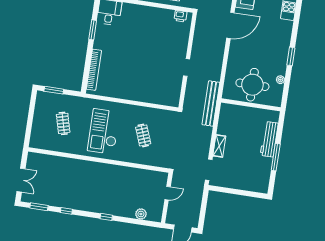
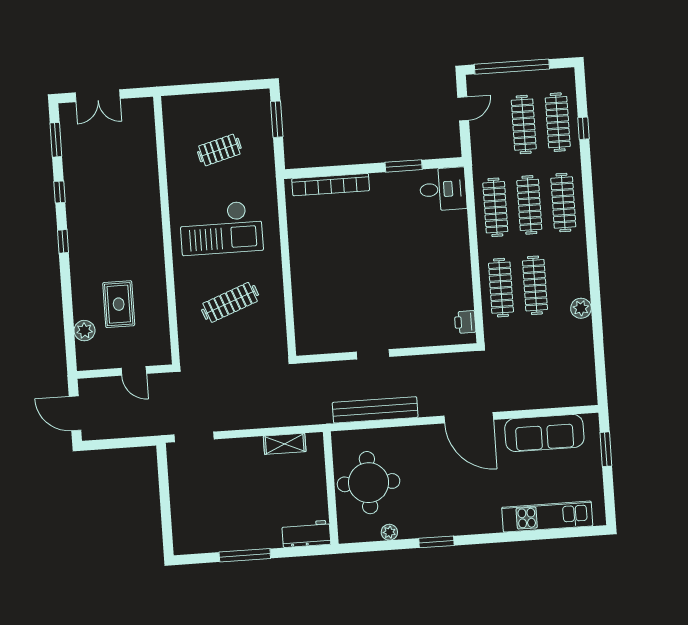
bench: (211, 104) -> (375, 410), moved
checkout: (104, 131) -> (221, 228), turned 180
clothes rail: (143, 135) -> (230, 302), width x1.36
workbench: (269, 139) -> (306, 534), moved, width x0.73
shelving: (219, 146) -> (285, 444), moved
rug: (131, 193) -> (119, 304), added
window: (106, 217) -> (63, 241), moved

